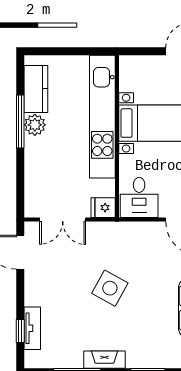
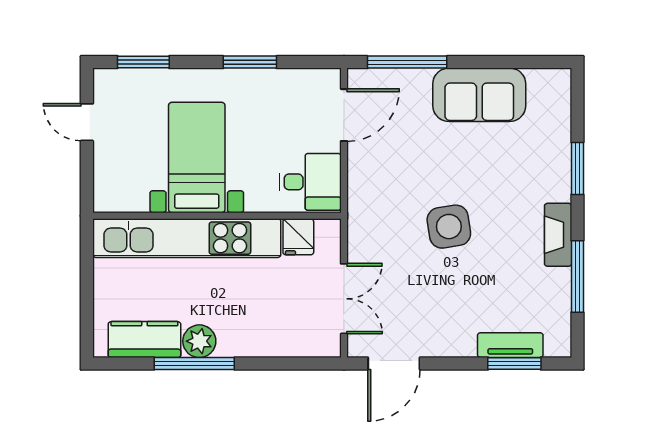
fridge: (103, 208) -> (298, 237), moved
side table: (110, 288) -> (449, 227), turned -38
window: (20, 331) -> (514, 363), width x1.50

